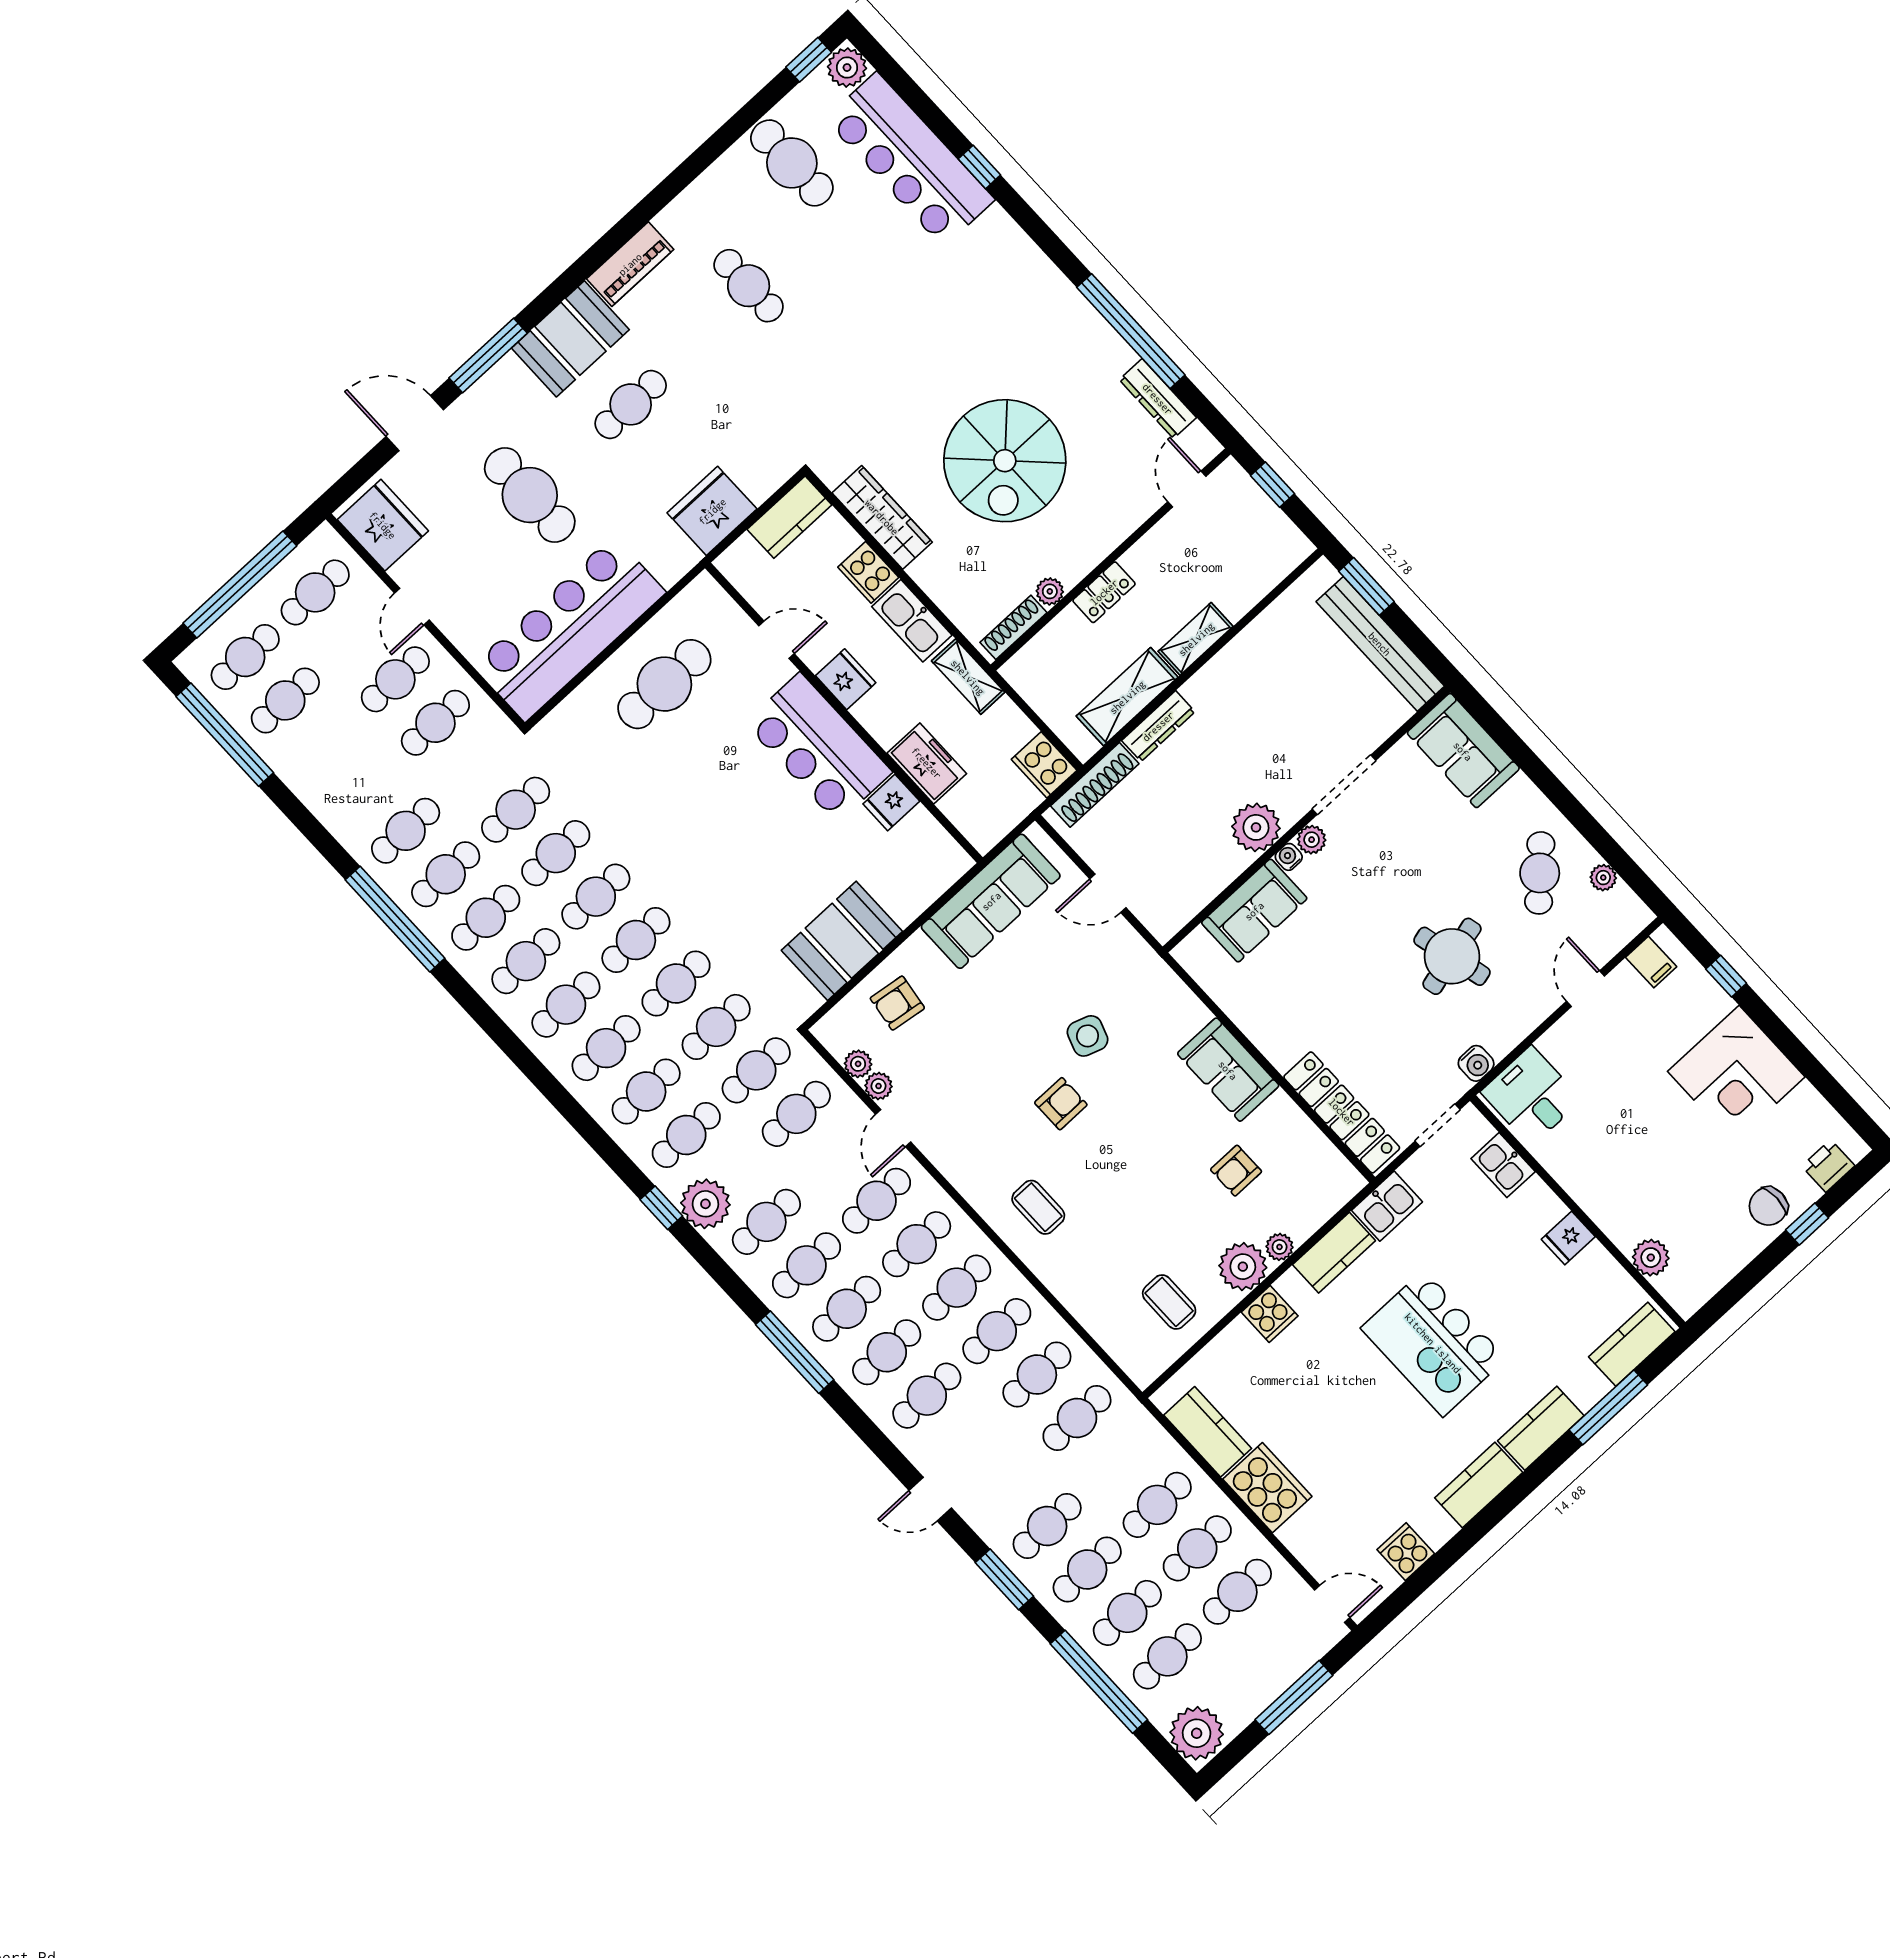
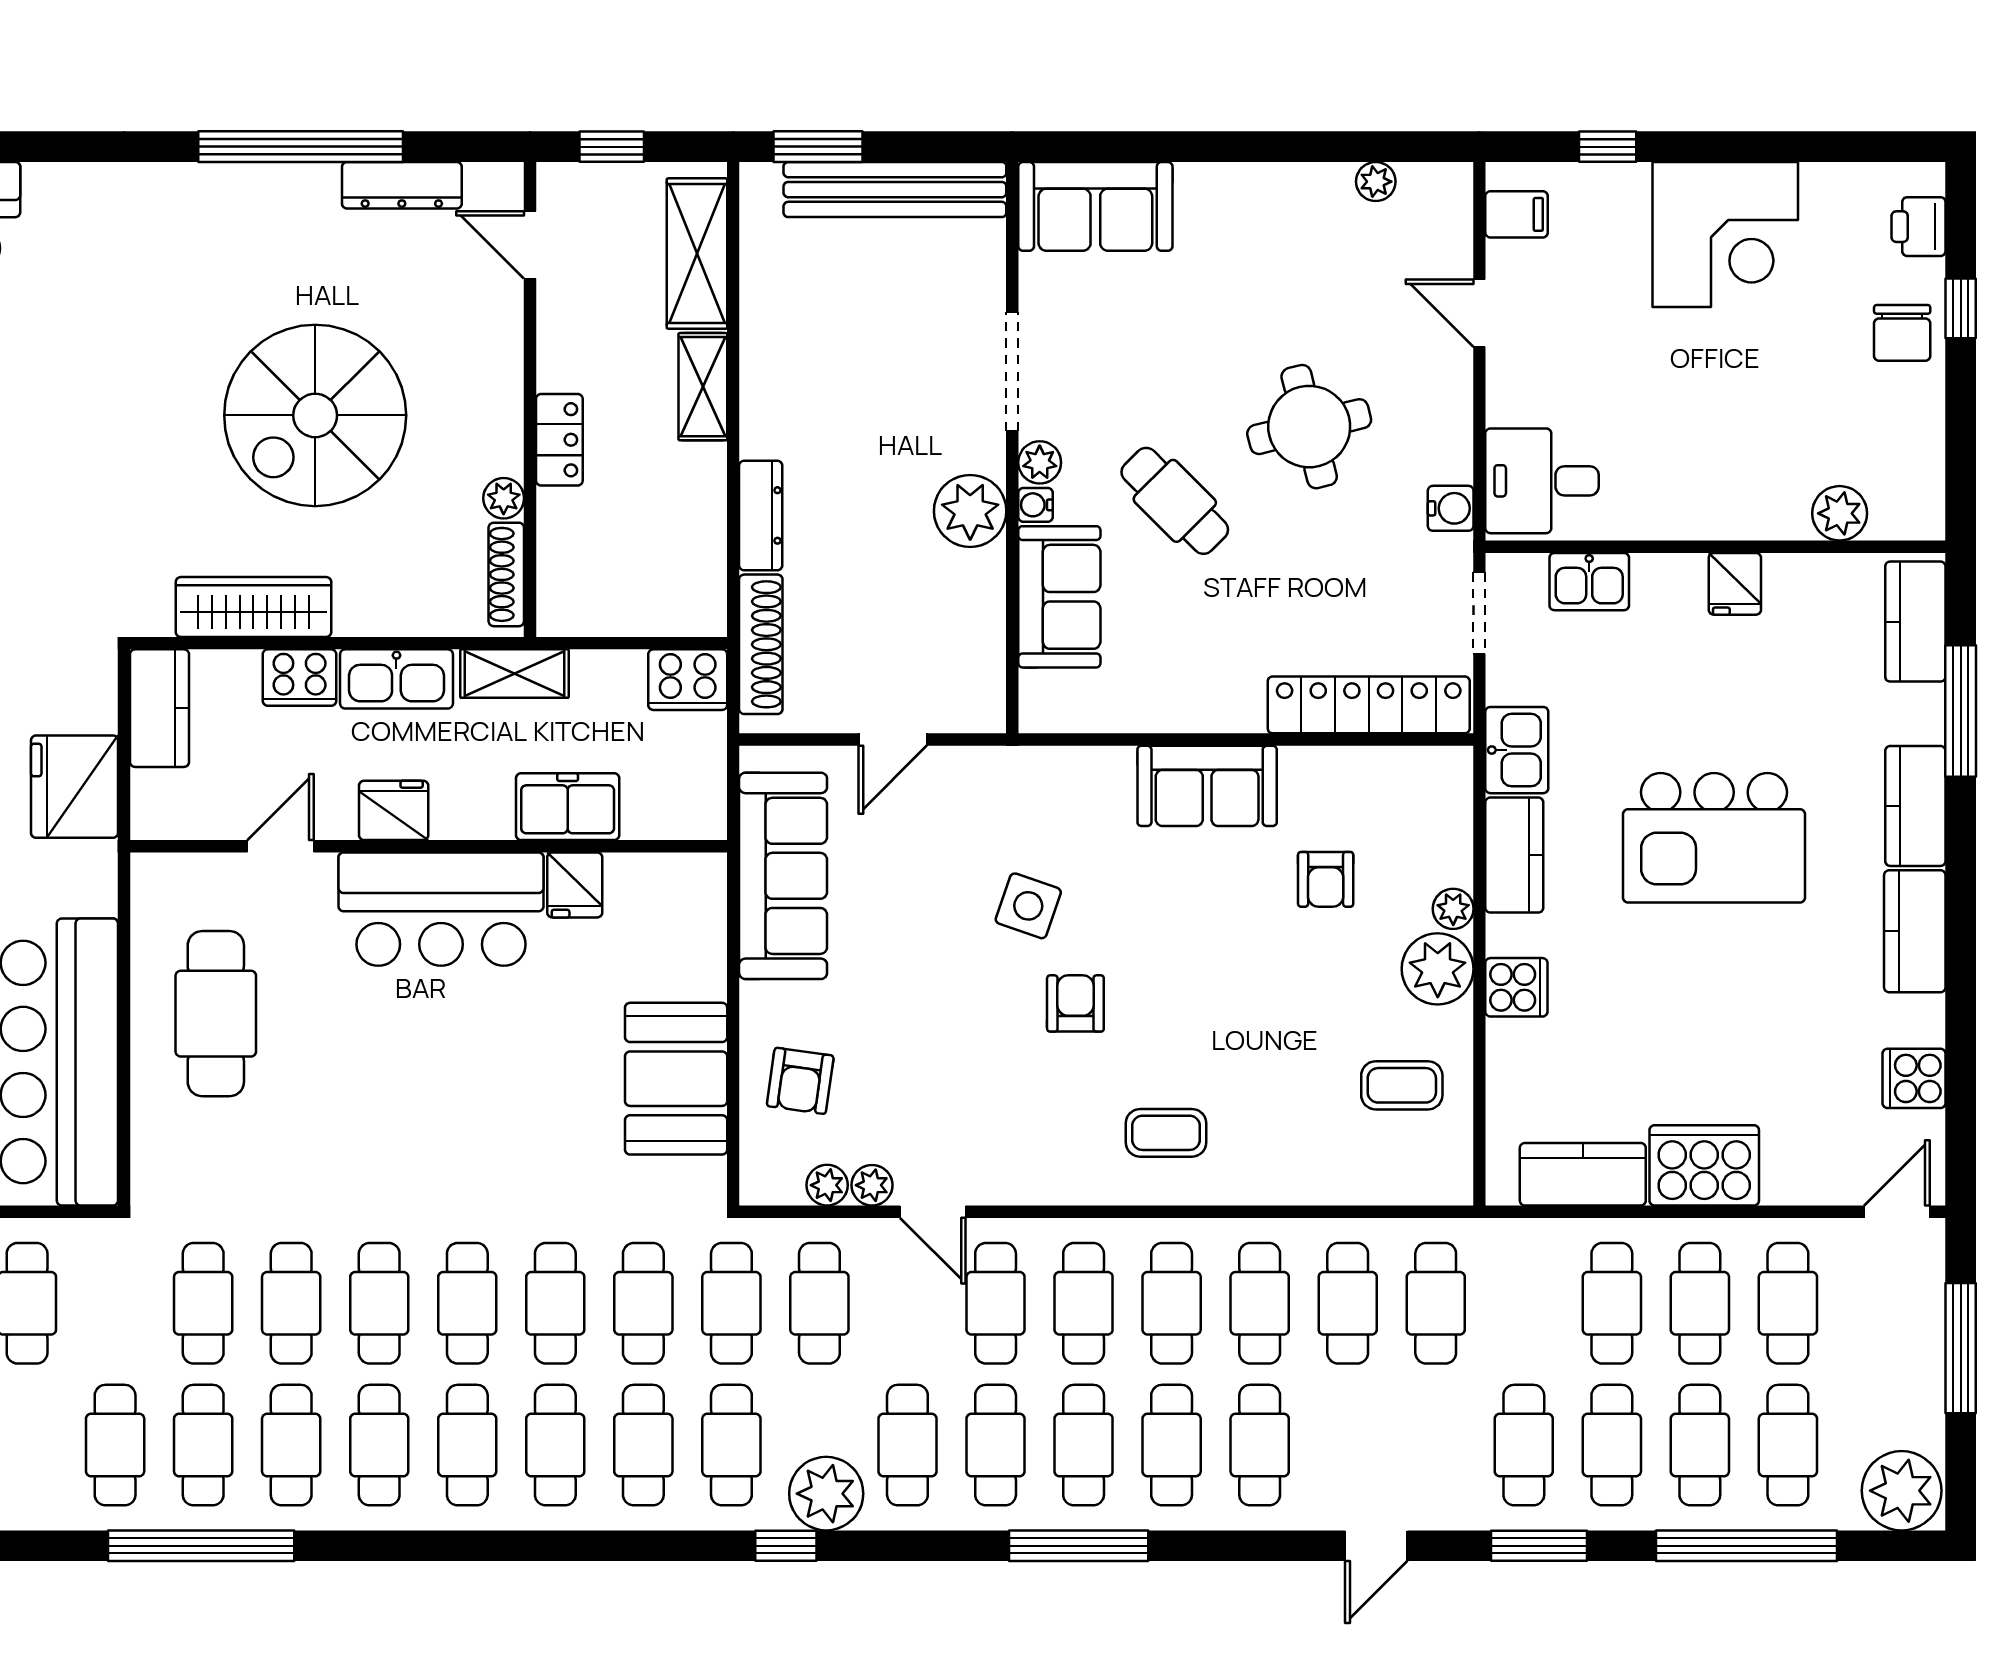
spiral stairs: (1005, 461) -> (315, 415), turned 90
shelving: (1127, 697) -> (697, 254), moved
cafe table: (1540, 873) -> (1175, 501), moved

